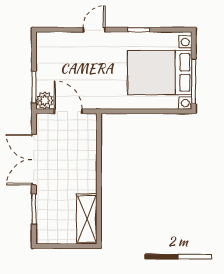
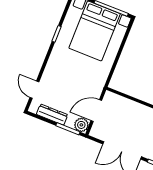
door: (94, 30) -> (34, 90), moved
dresser: (43, 62) -> (52, 115), added

